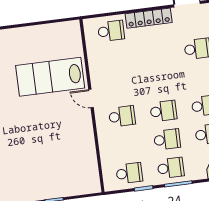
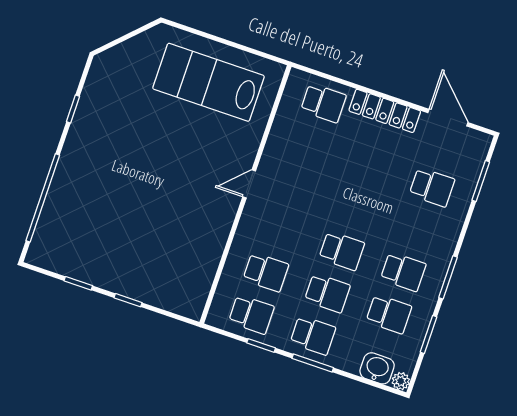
lab bench: (50, 77) -> (209, 82), moved
door: (91, 99) -> (249, 184), hinge flipped
school desk: (122, 116) -> (266, 272), moved

